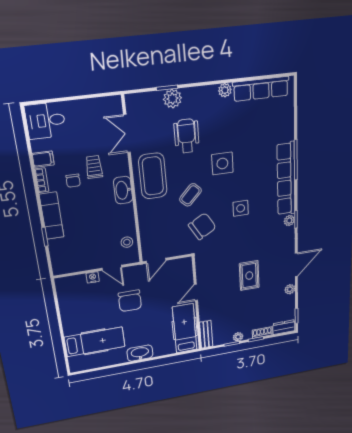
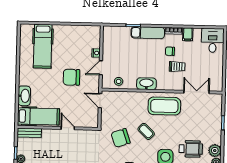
plant: (172, 99) -> (215, 151), moved
wheelchair: (187, 136) -> (191, 149), moved
washbasin: (123, 190) -> (146, 84), moved
chair: (202, 226) -> (121, 138), turned 101
washbasin: (140, 353) -> (24, 96), moved

